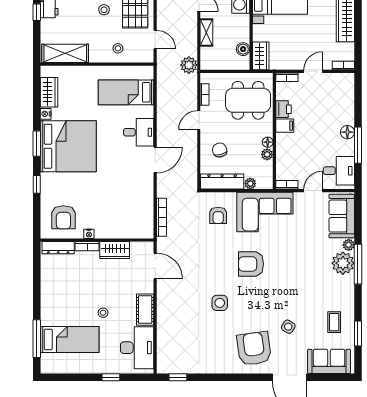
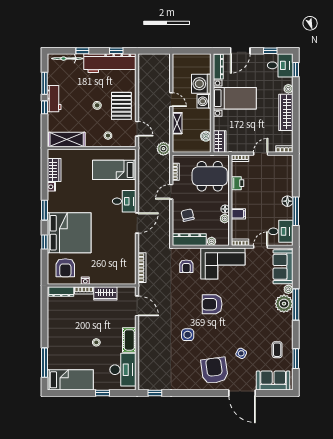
filing cabinet: (285, 126) -> (238, 214), moved
bed: (68, 146) -> (69, 233), moved
bed: (70, 339) -> (70, 380), moved

